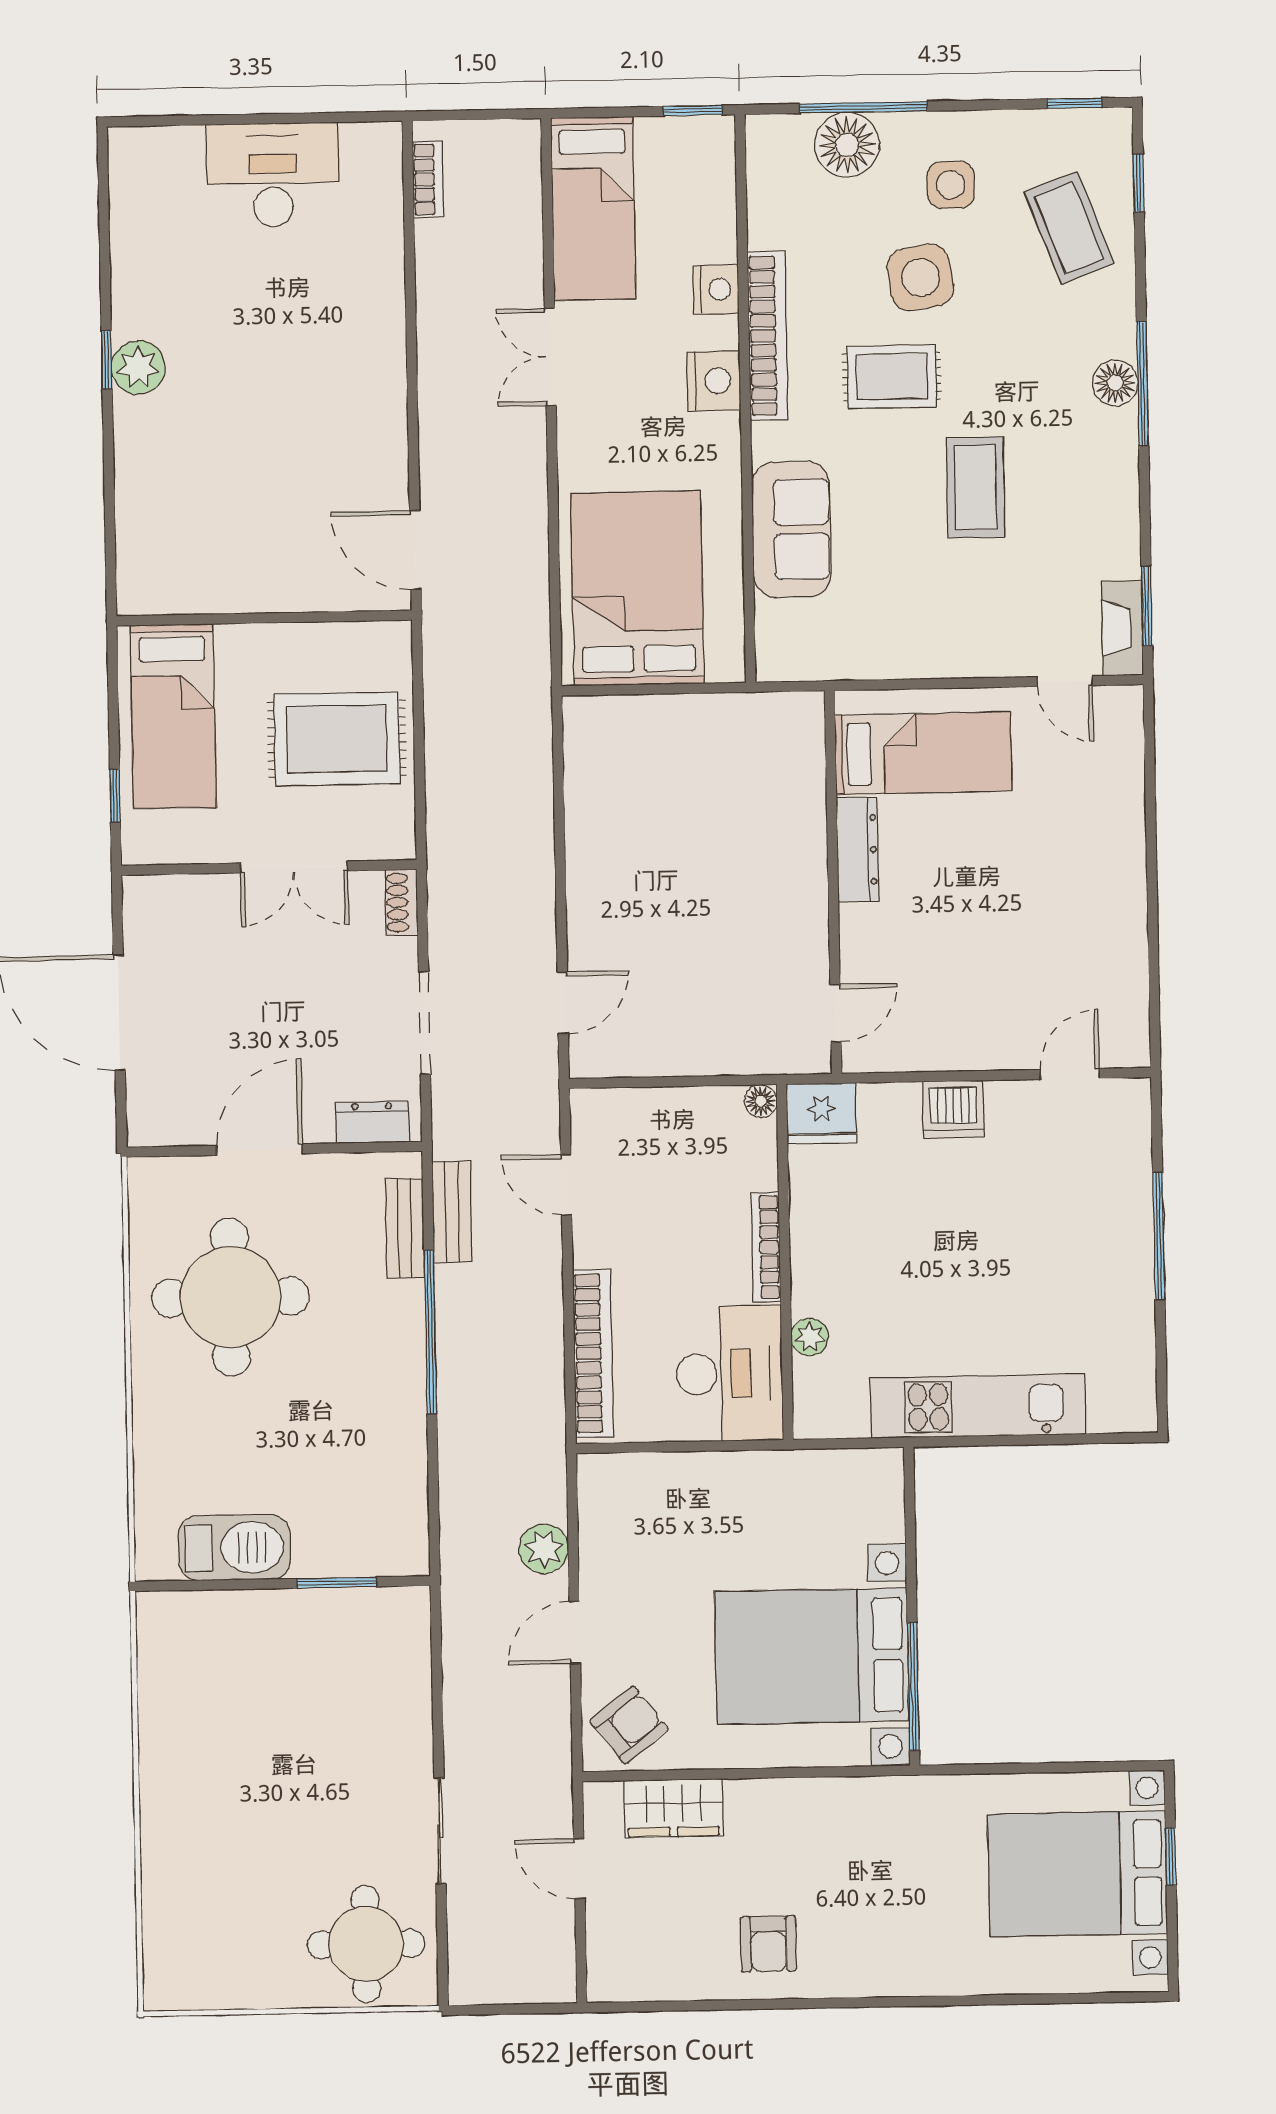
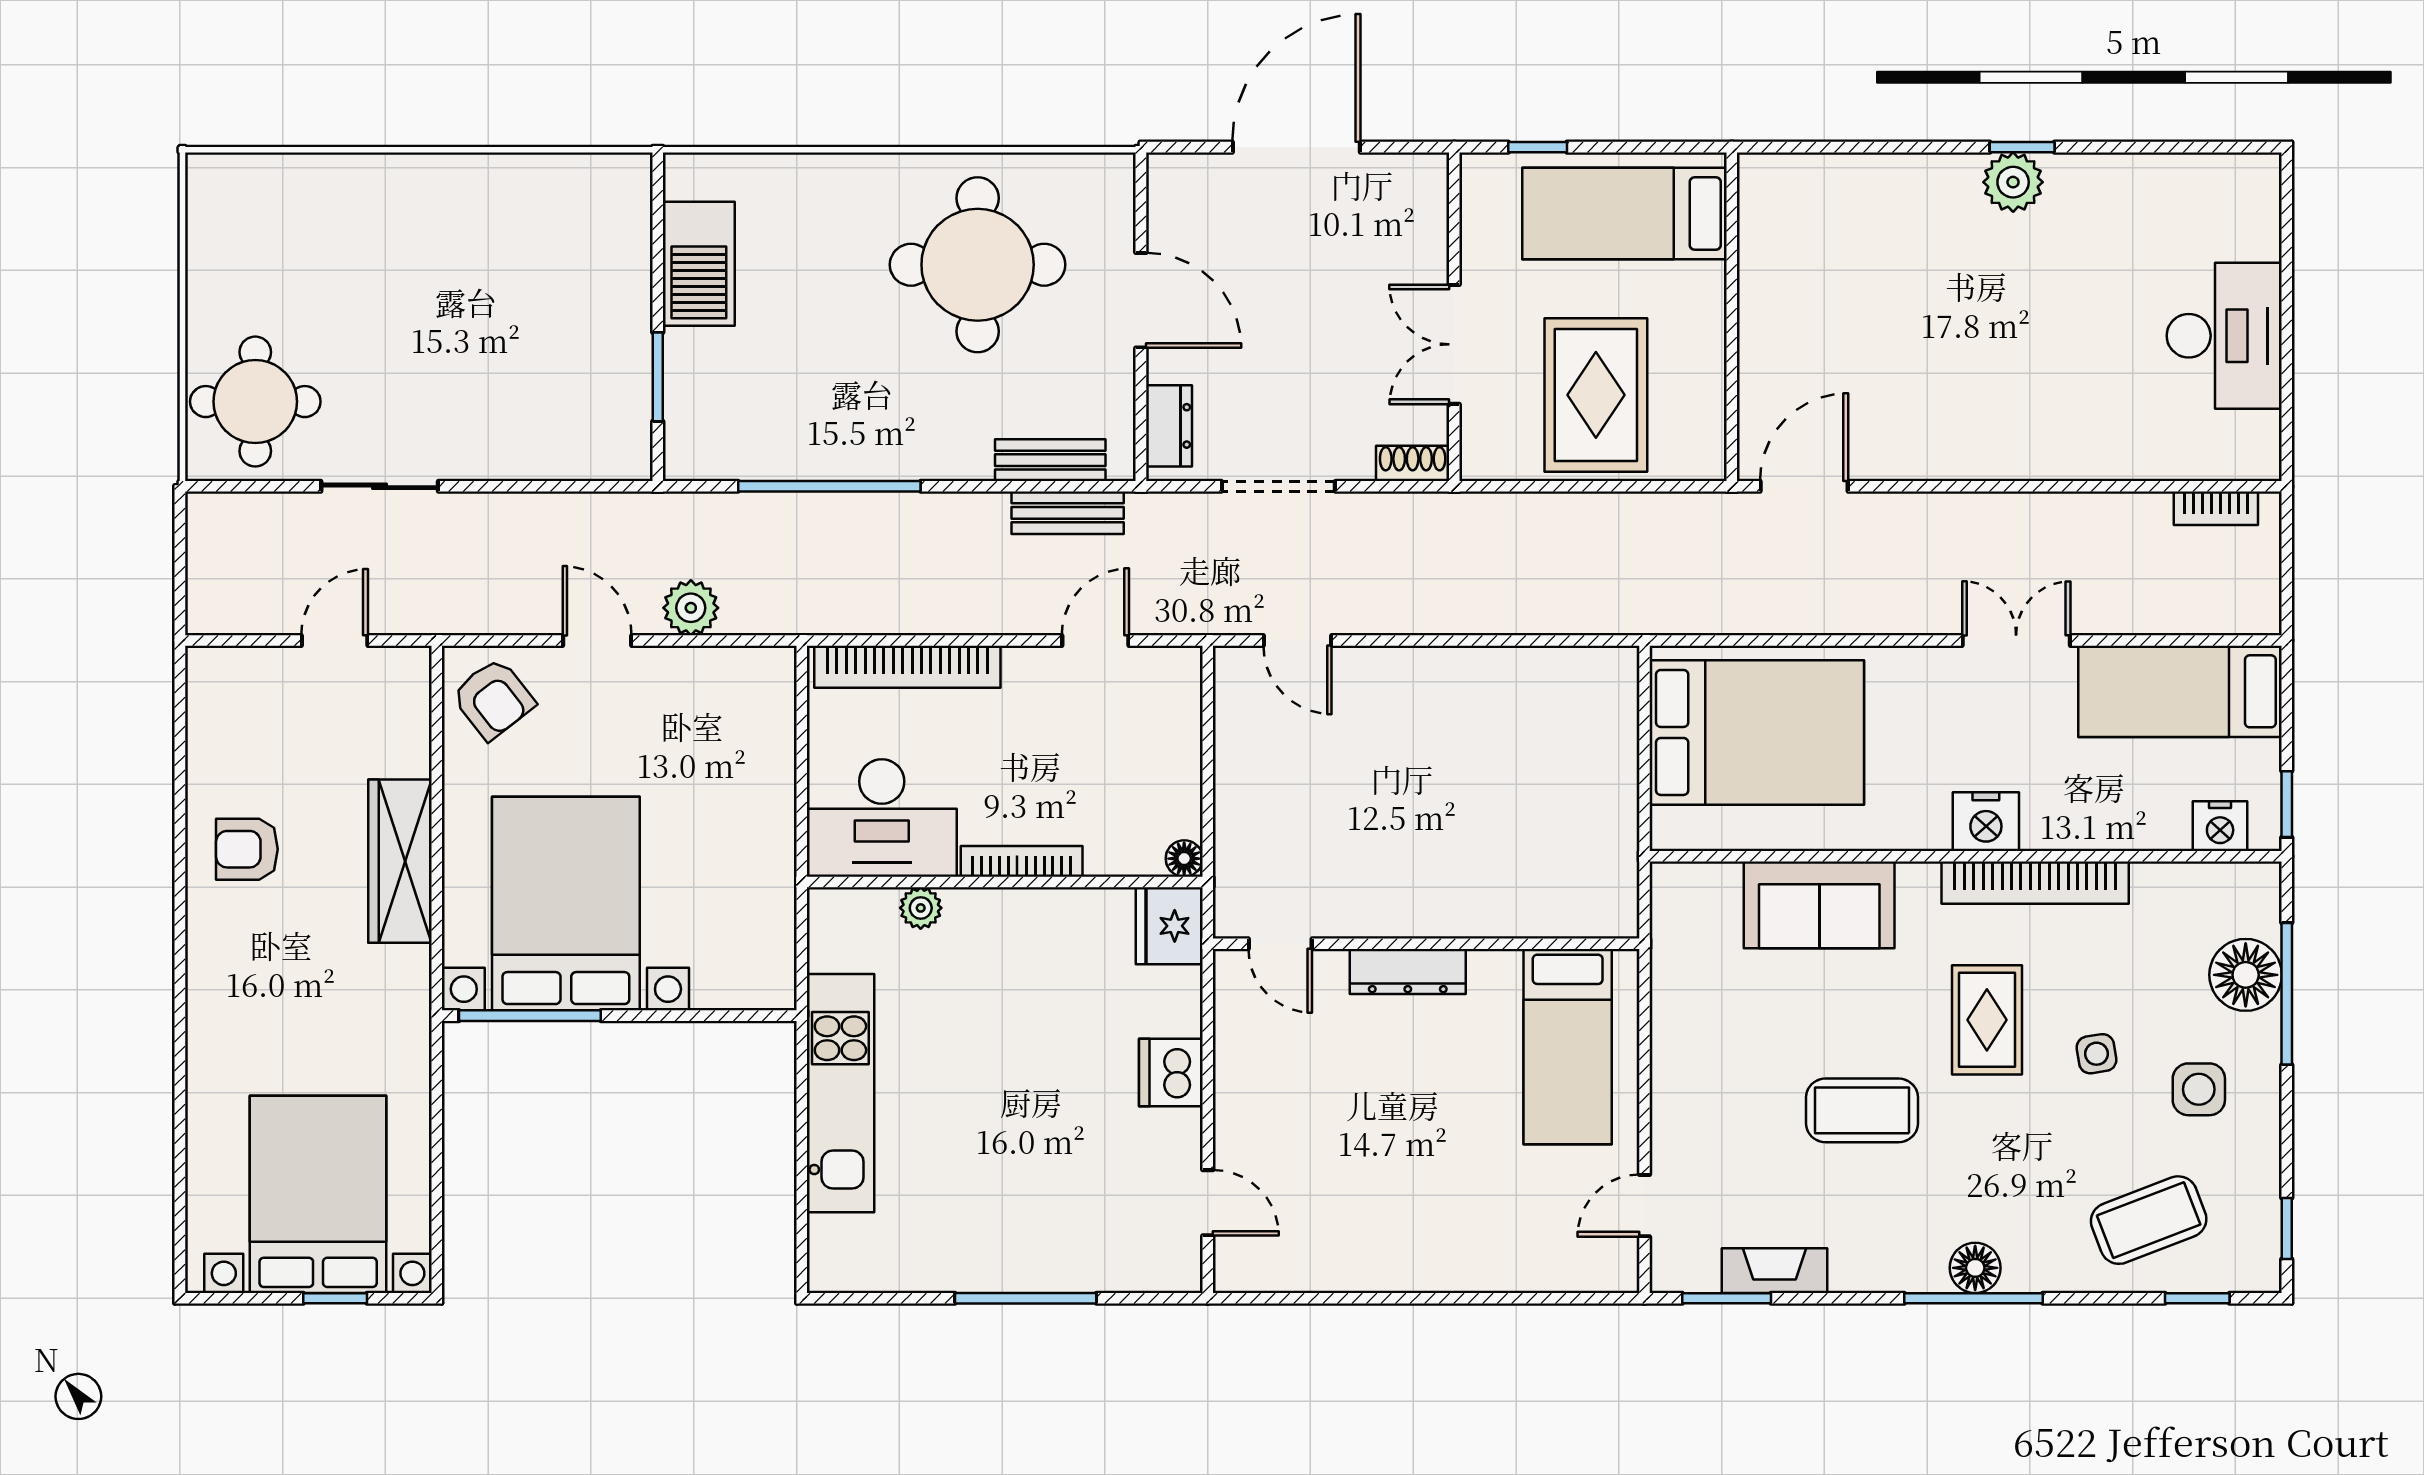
side table: (920, 277) -> (2096, 1054), width x0.54, depth x0.54
nightstand: (716, 289) -> (2220, 826), moved
fireplace: (1122, 628) -> (1775, 1271), moved
dresser: (857, 850) -> (1408, 971), moved
window: (430, 1332) -> (829, 486), moved
wardrobe: (673, 1808) -> (400, 861), moved, width x1.50

